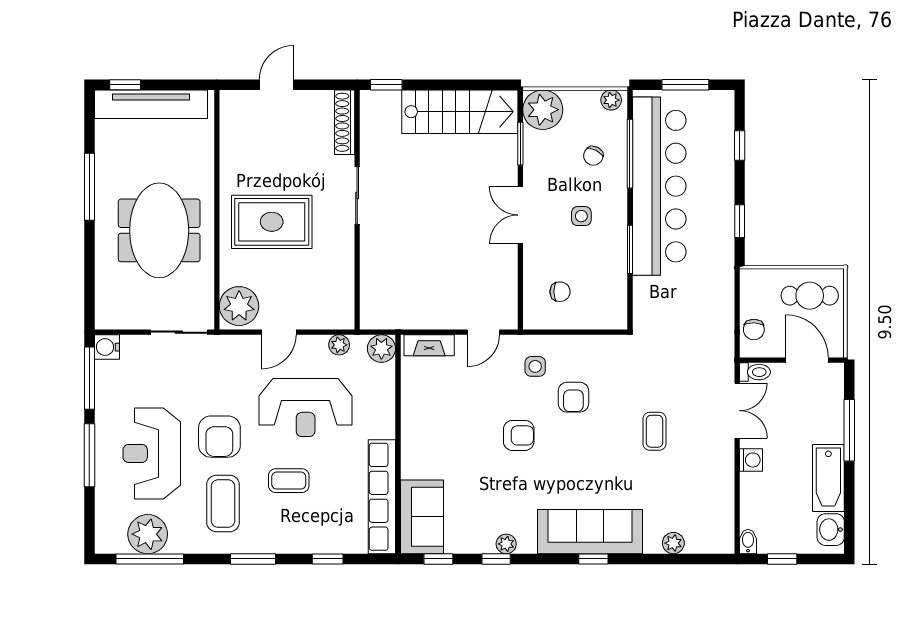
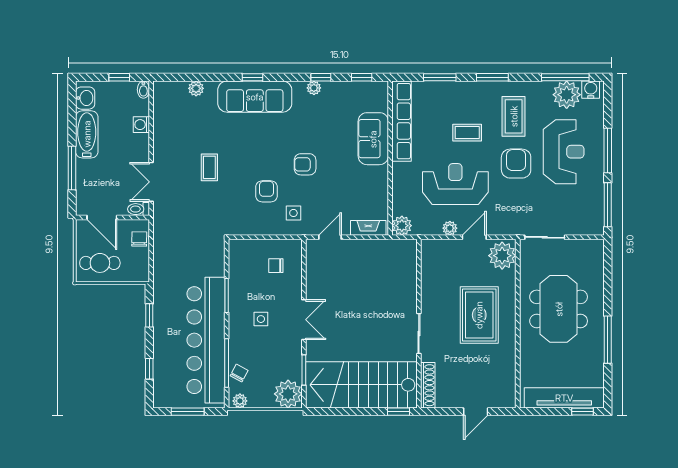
stairs: (460, 112) -> (361, 385), width x1.36, depth x1.51
chair: (593, 156) -> (239, 373), moved
rug: (272, 222) -> (479, 315), turned 90
plant: (339, 345) -> (450, 228), moved
water cooler: (107, 347) -> (591, 90), moved, turned -90
washing machine: (751, 460) -> (141, 125), moved
sofa: (422, 517) -> (373, 139), moved
window: (328, 559) -> (440, 77), width x1.50

